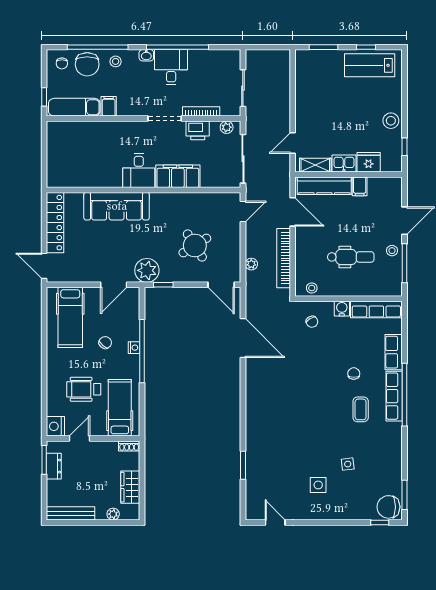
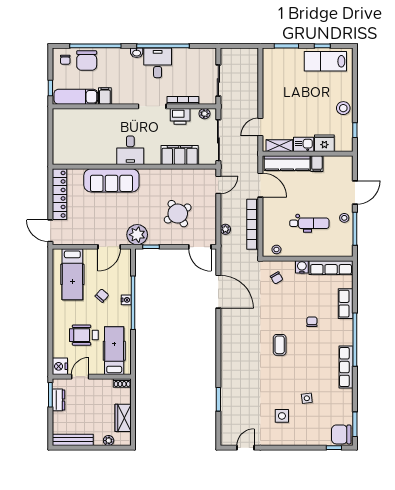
stool: (116, 61) -> (111, 58), removed
filing cabinet: (178, 176) -> (180, 155), moved
row of seats: (394, 396) -> (346, 367), moved
coffee table: (361, 409) -> (280, 345), moved
door: (275, 522) -> (246, 448), hinge flipped

